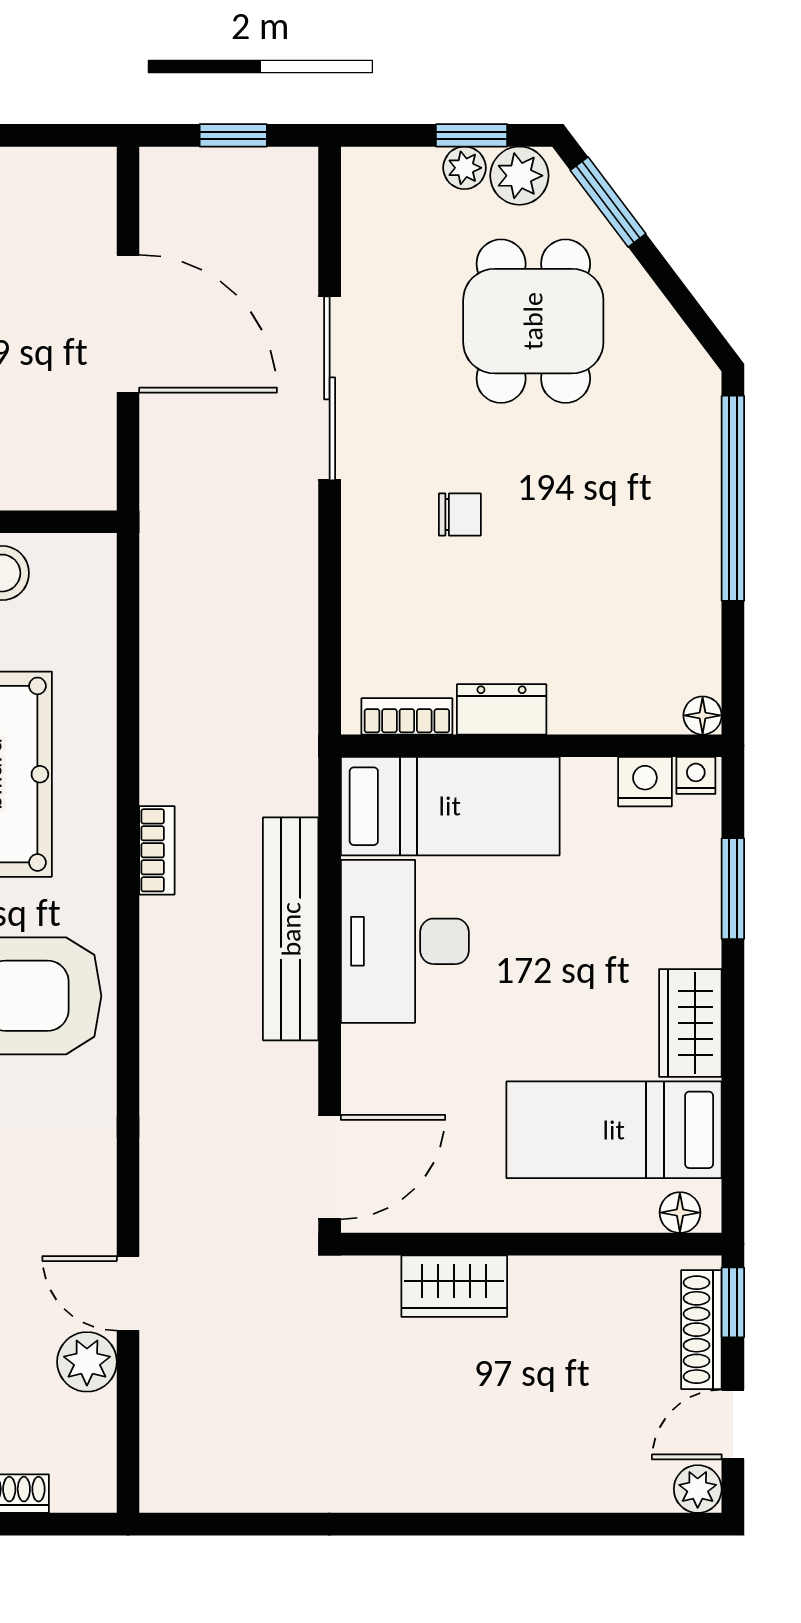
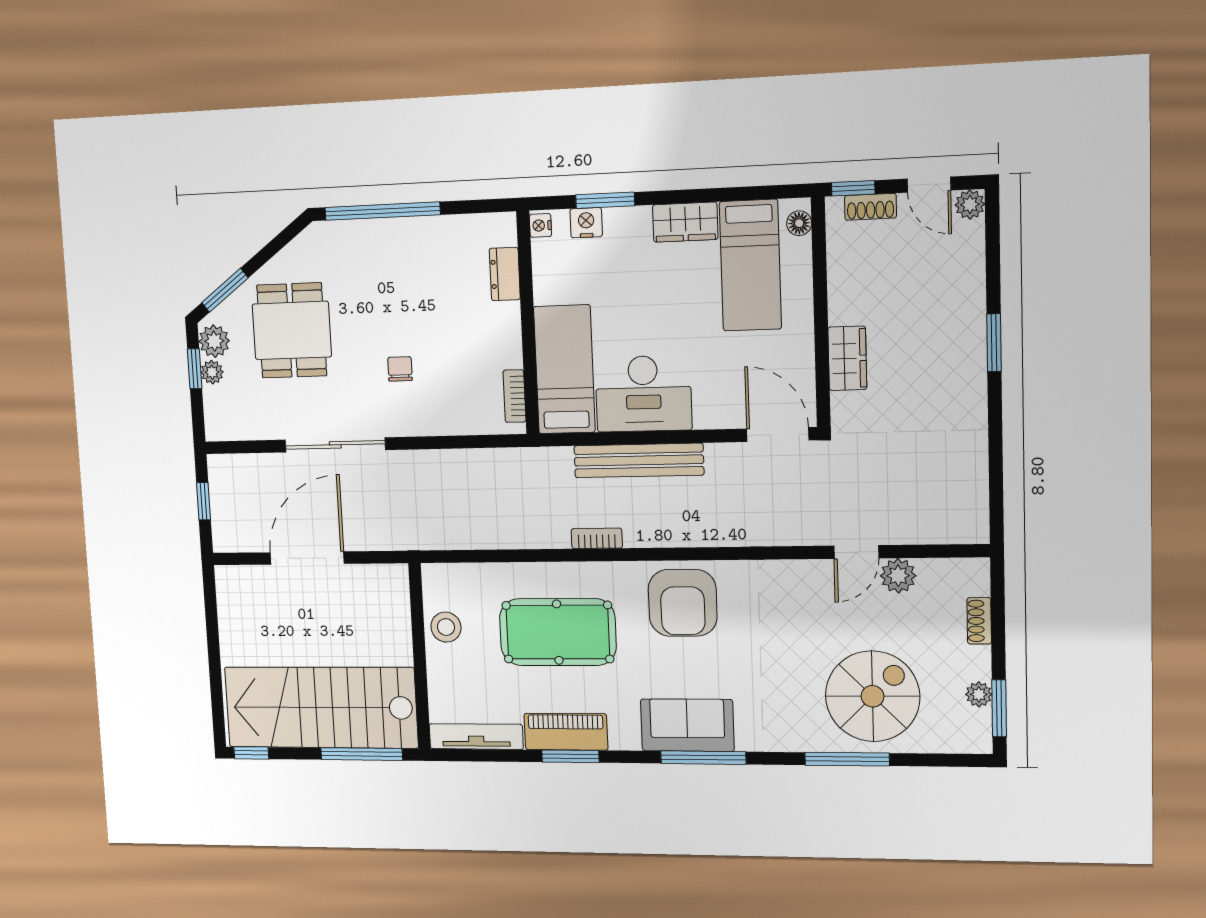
dining table: (533, 321) -> (292, 330), turned 90
dresser: (502, 709) -> (505, 274), moved
floor lamp: (703, 715) -> (506, 223), removed
nightstand: (645, 782) -> (586, 223), moved, turned 90
shoe rack: (701, 1330) -> (870, 207), width x0.70
window: (472, 1524) -> (994, 343), added

